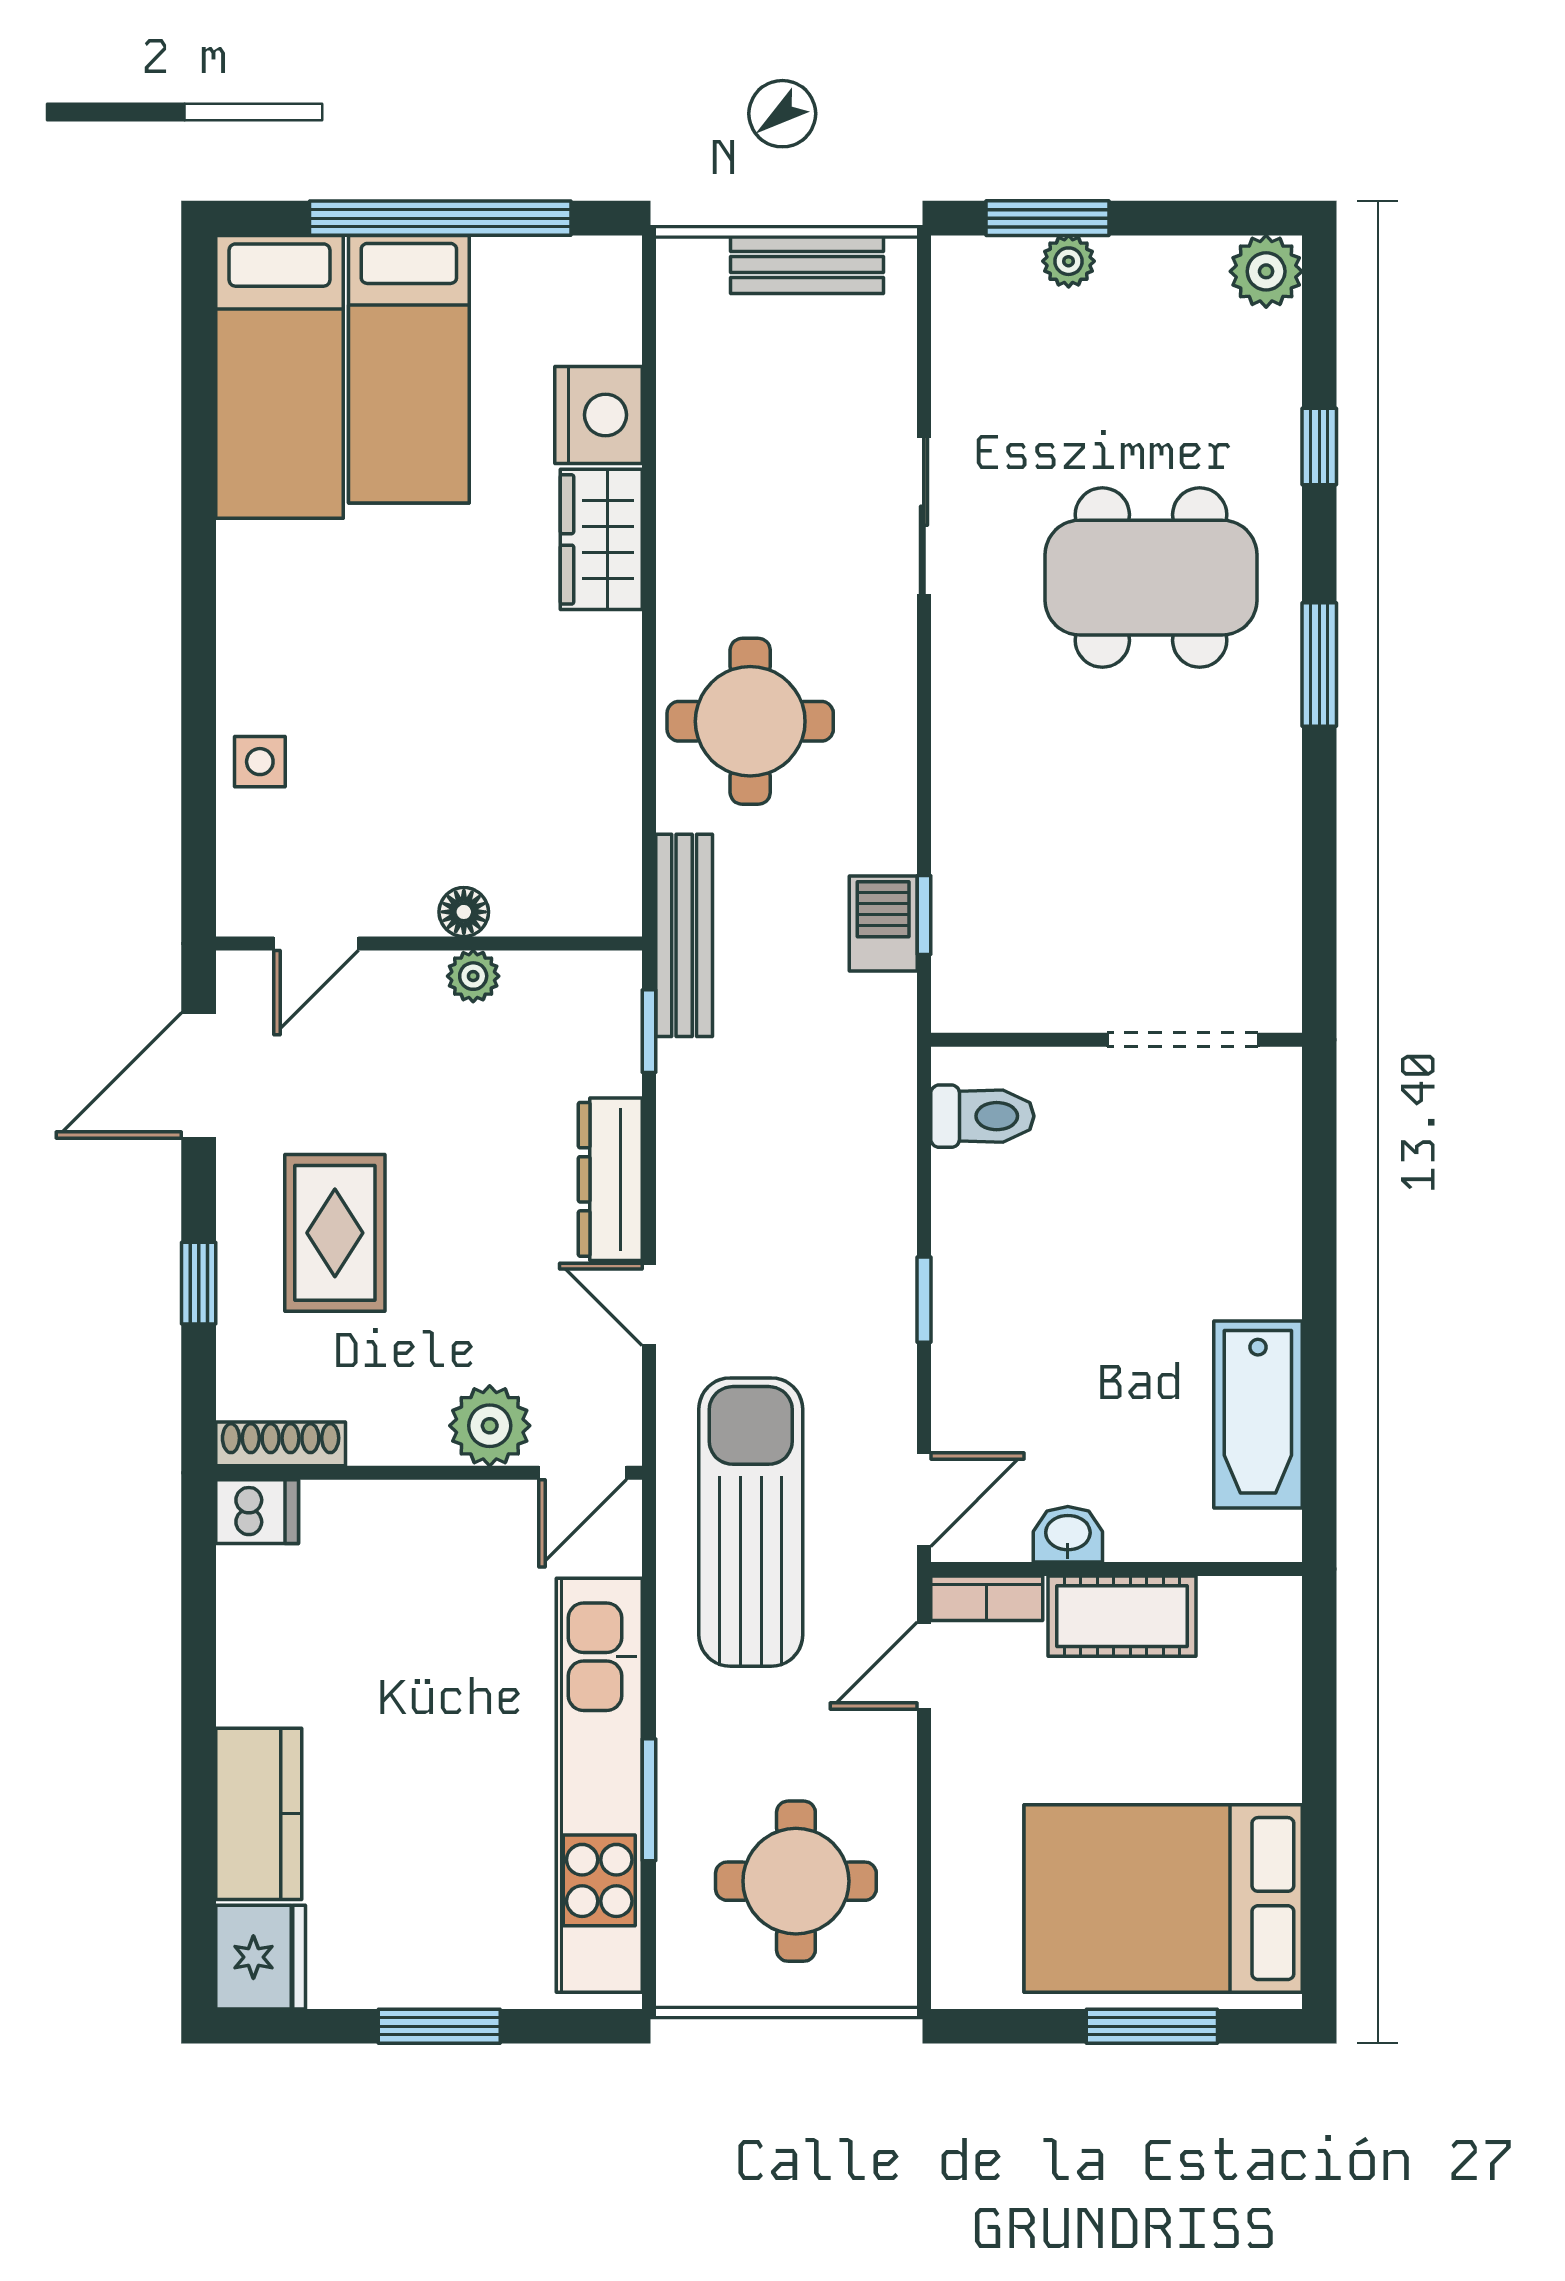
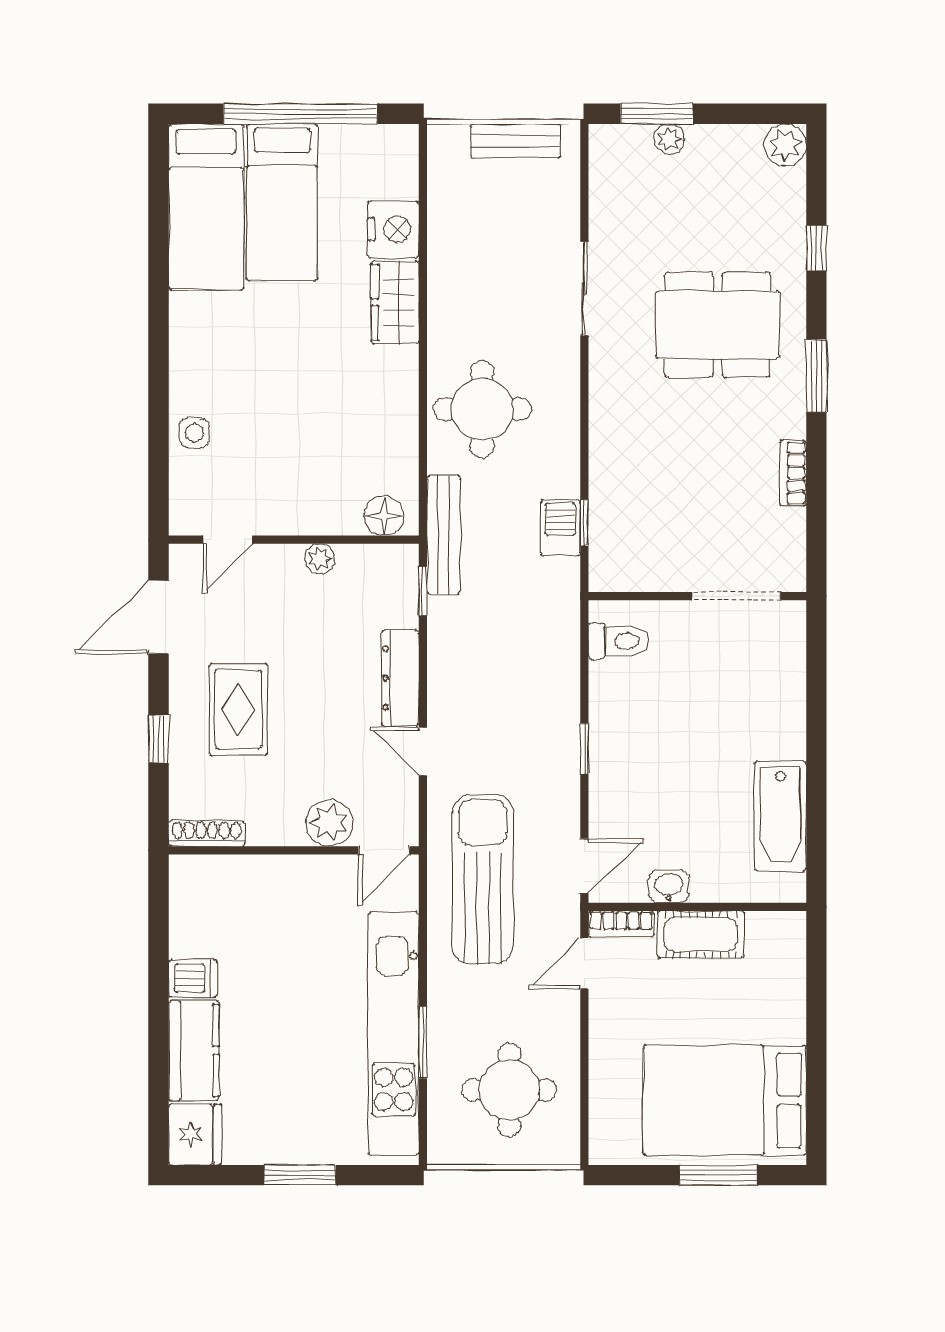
bookcase: (1279, 830) -> (793, 473), added
floor lamp: (464, 912) -> (384, 516), moved, width x1.37, depth x1.37
dishwasher: (257, 1512) -> (193, 978), moved

